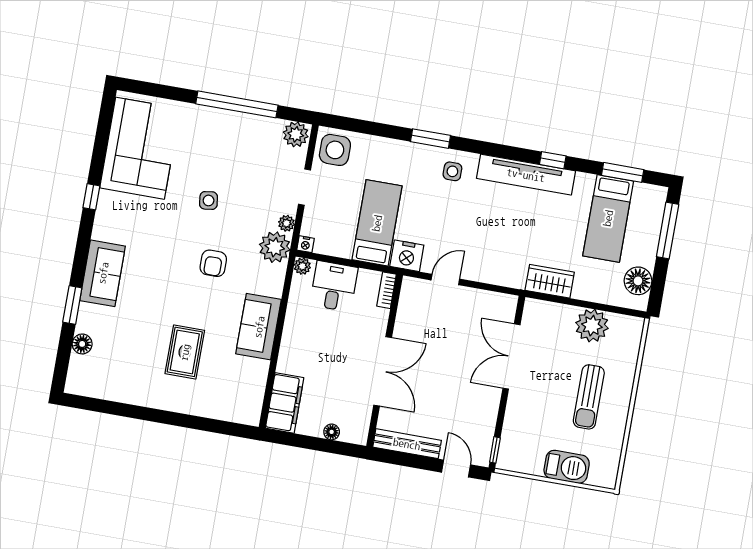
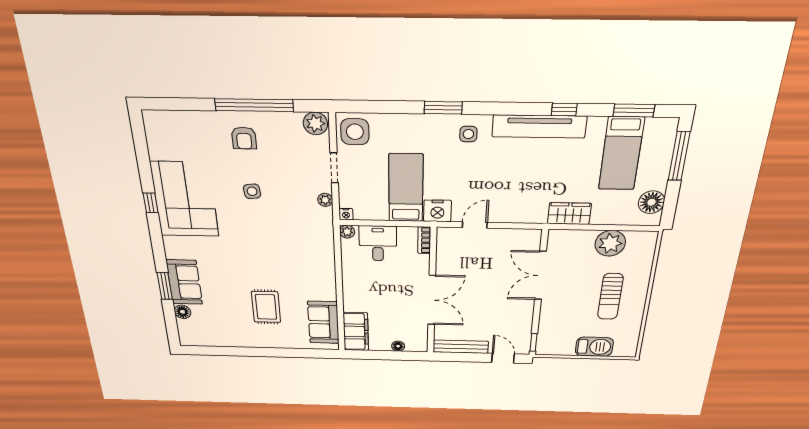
corner sofa: (140, 148) -> (185, 199), moved
plant: (275, 247) -> (320, 220), removed
armchair: (213, 263) -> (244, 138), moved
sofa: (103, 273) -> (184, 282), moved
sofa: (259, 327) -> (323, 322), moved

